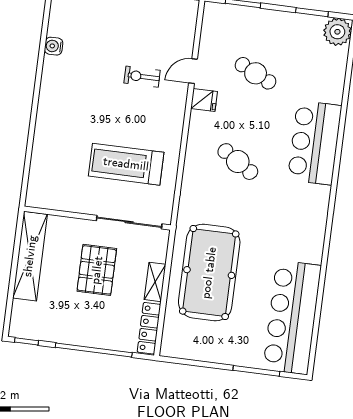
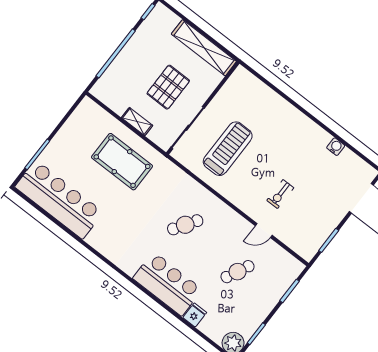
door: (193, 71) -> (264, 230), swing flipped
exercise bike: (142, 77) -> (280, 194), turned 180
fridge: (204, 100) -> (195, 315), moved, turned 180
pallet: (97, 270) -> (168, 87), turned 90
pool table: (209, 273) -> (122, 162), width x0.73, depth x0.76
locker: (149, 328) -> (108, 99), removed

